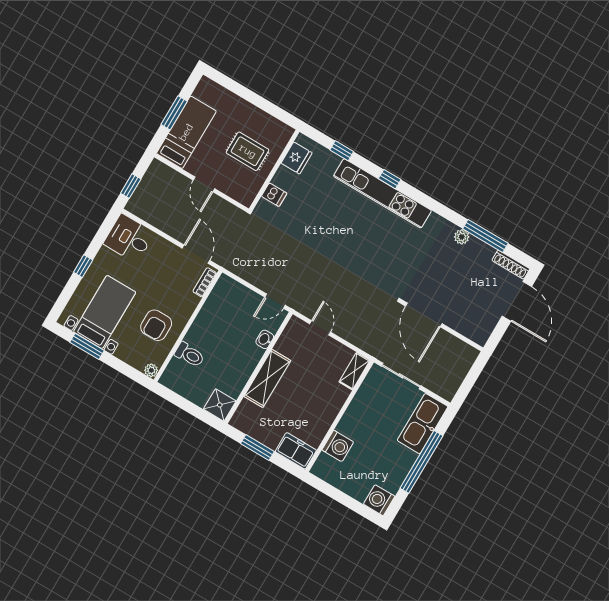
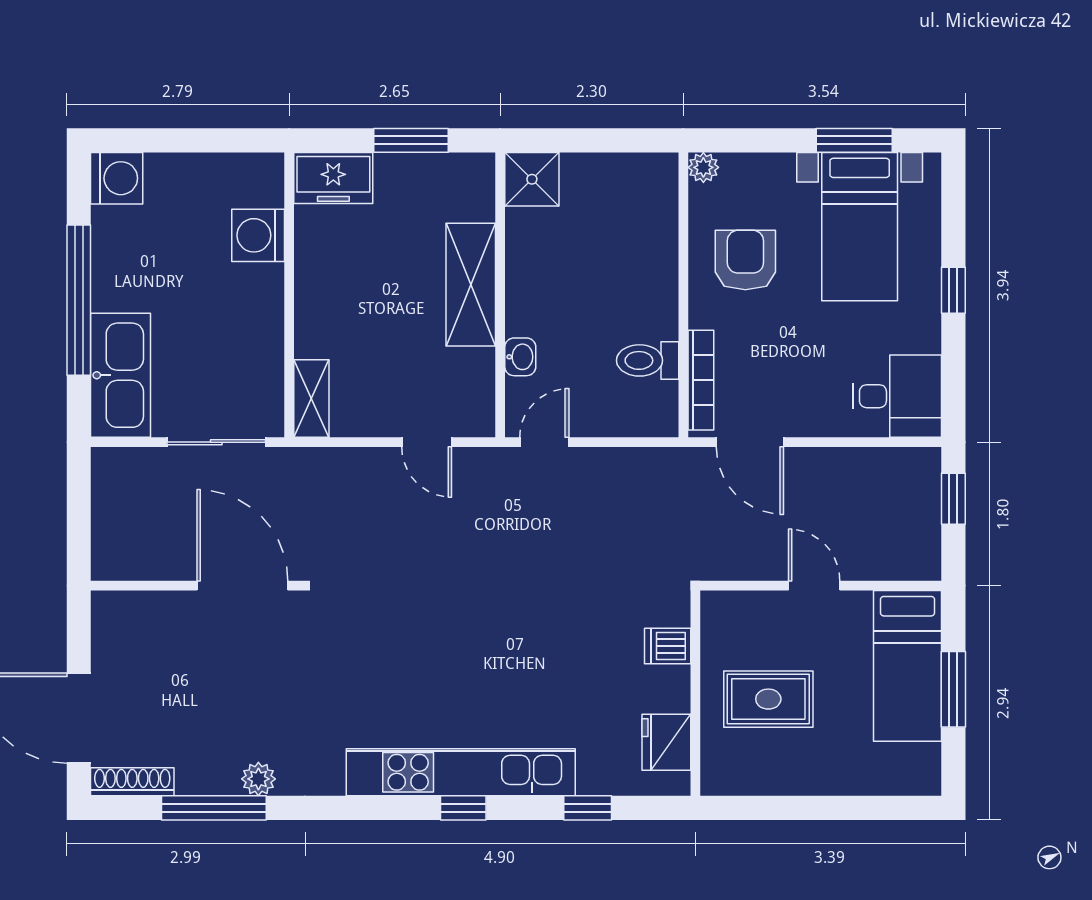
bookcase: (205, 282) -> (701, 380), width x1.56
toilet: (189, 355) -> (648, 360), moved

